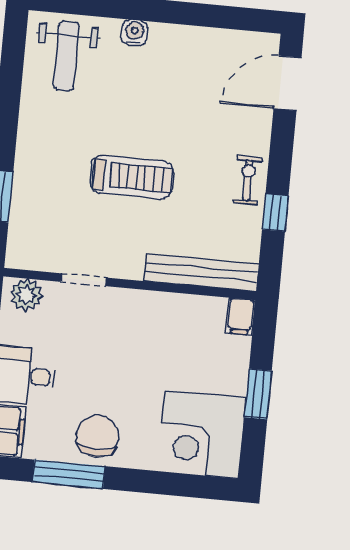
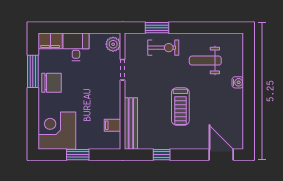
weight bench: (66, 56) -> (205, 61), moved
treadmill: (132, 177) -> (180, 106), moved
exercise bike: (248, 180) -> (163, 48), moved, width x1.38, depth x1.39
filing cabinet: (241, 317) -> (112, 125), moved

